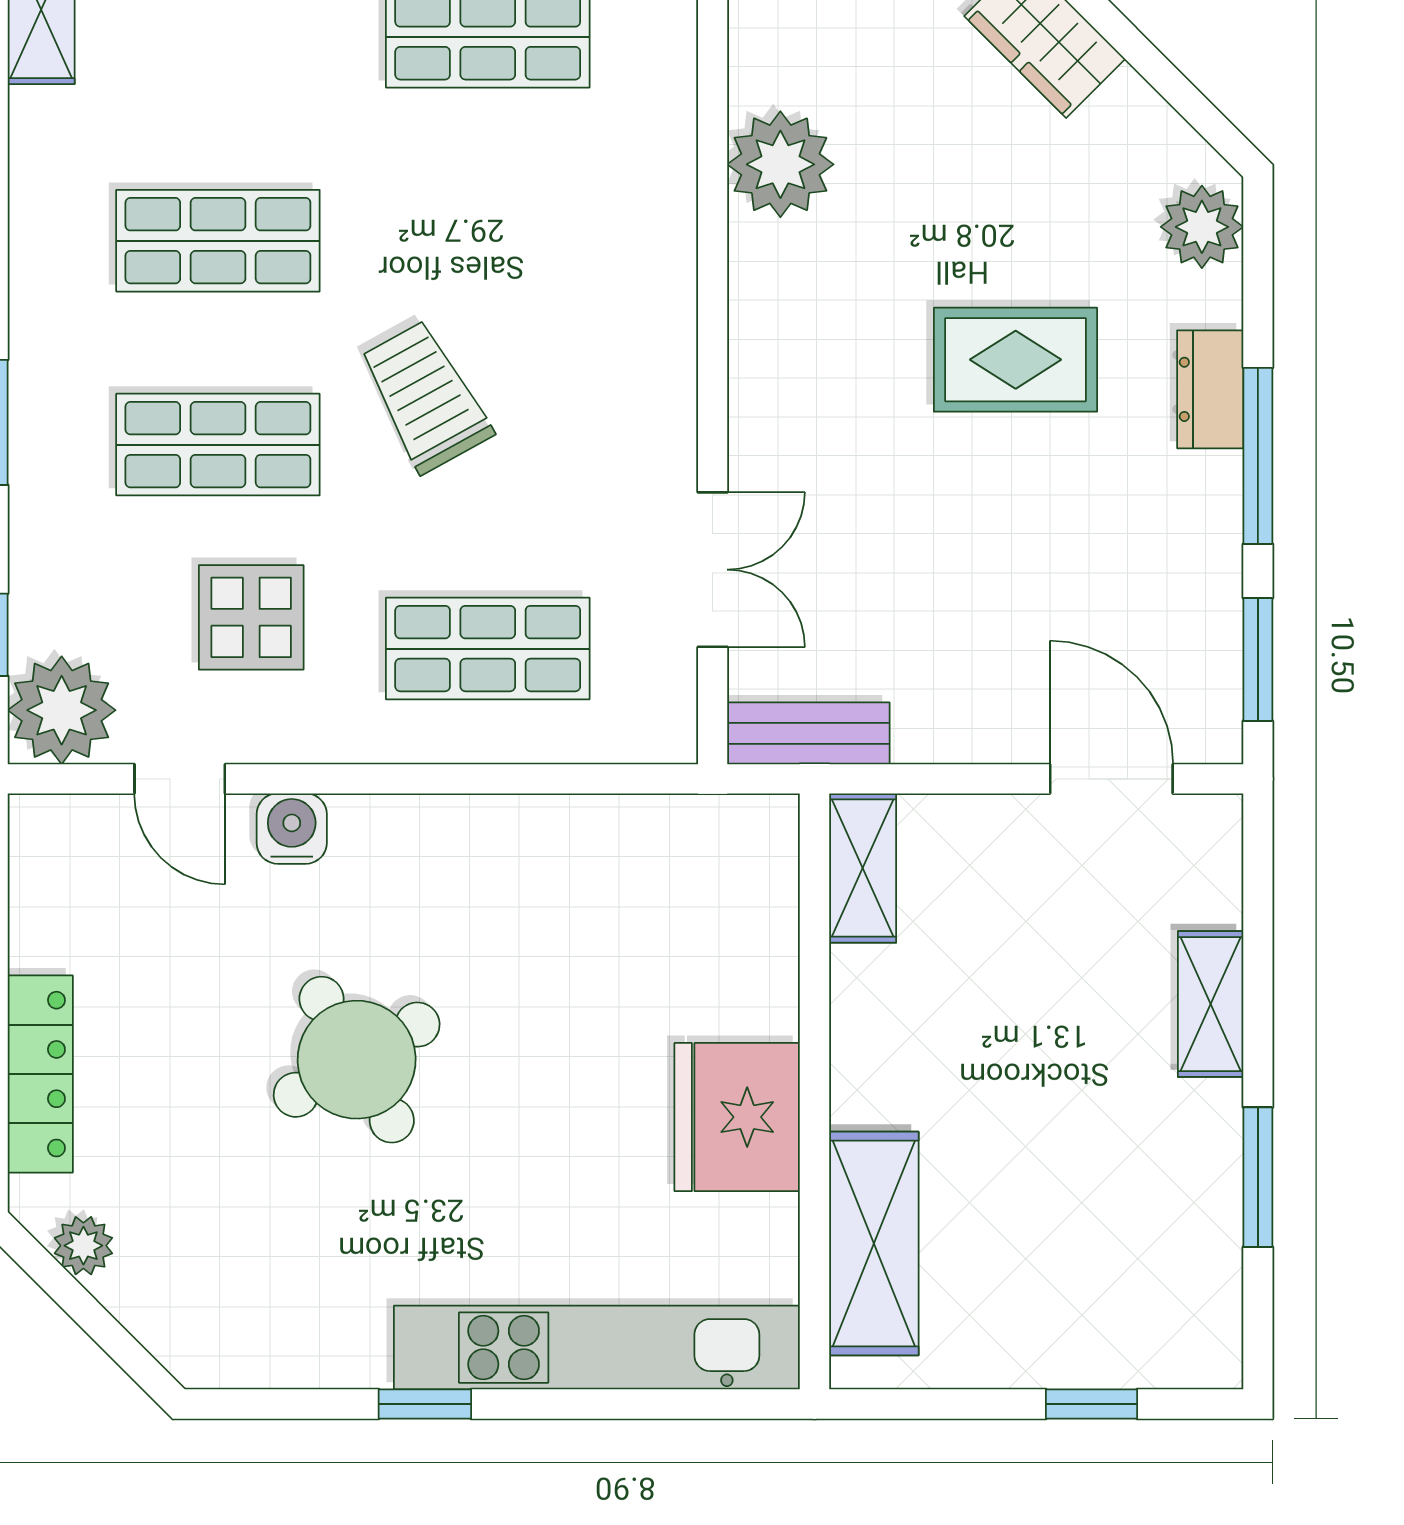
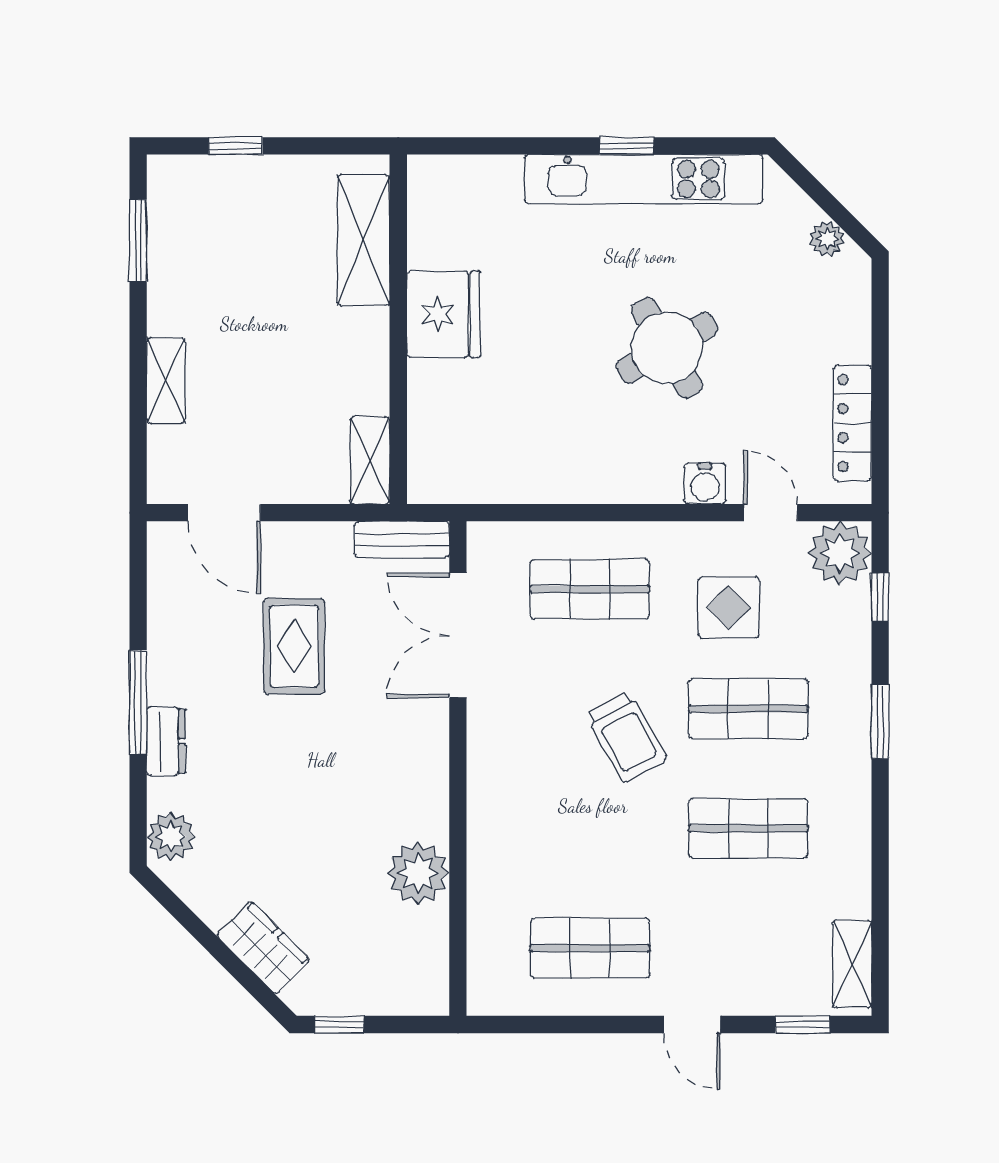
rug: (1016, 360) -> (294, 646), moved, turned 90
double door: (713, 570) -> (458, 635), width x1.37
window: (1258, 659) -> (138, 583), removed
locker: (40, 1074) -> (853, 423), moved
window: (1258, 1177) -> (138, 241), moved
kitchen unit: (597, 1348) -> (644, 179), moved

